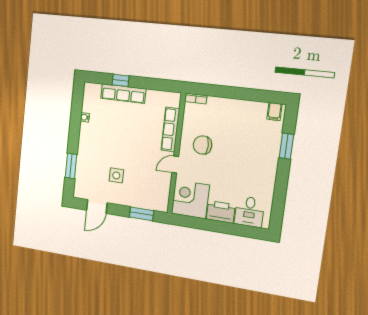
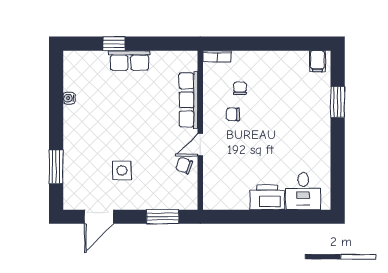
row of seats: (123, 94) -> (129, 60), width x0.68
chair: (210, 126) -> (240, 88), added
chair: (203, 145) -> (233, 114), width x0.54, depth x0.54
chair: (161, 178) -> (184, 165), added
corner desk: (190, 199) -> (226, 187), removed

